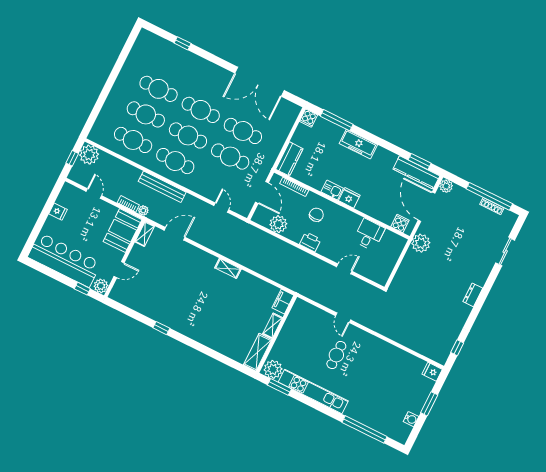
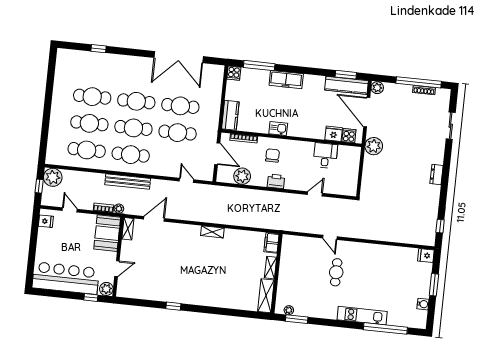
fridge: (349, 198) -> (334, 134), moved
fridge: (58, 212) -> (46, 221), moved
plant: (273, 369) -> (289, 310), width x0.53, depth x0.53
kitchen unit: (313, 391) -> (362, 316), moved, width x0.73

